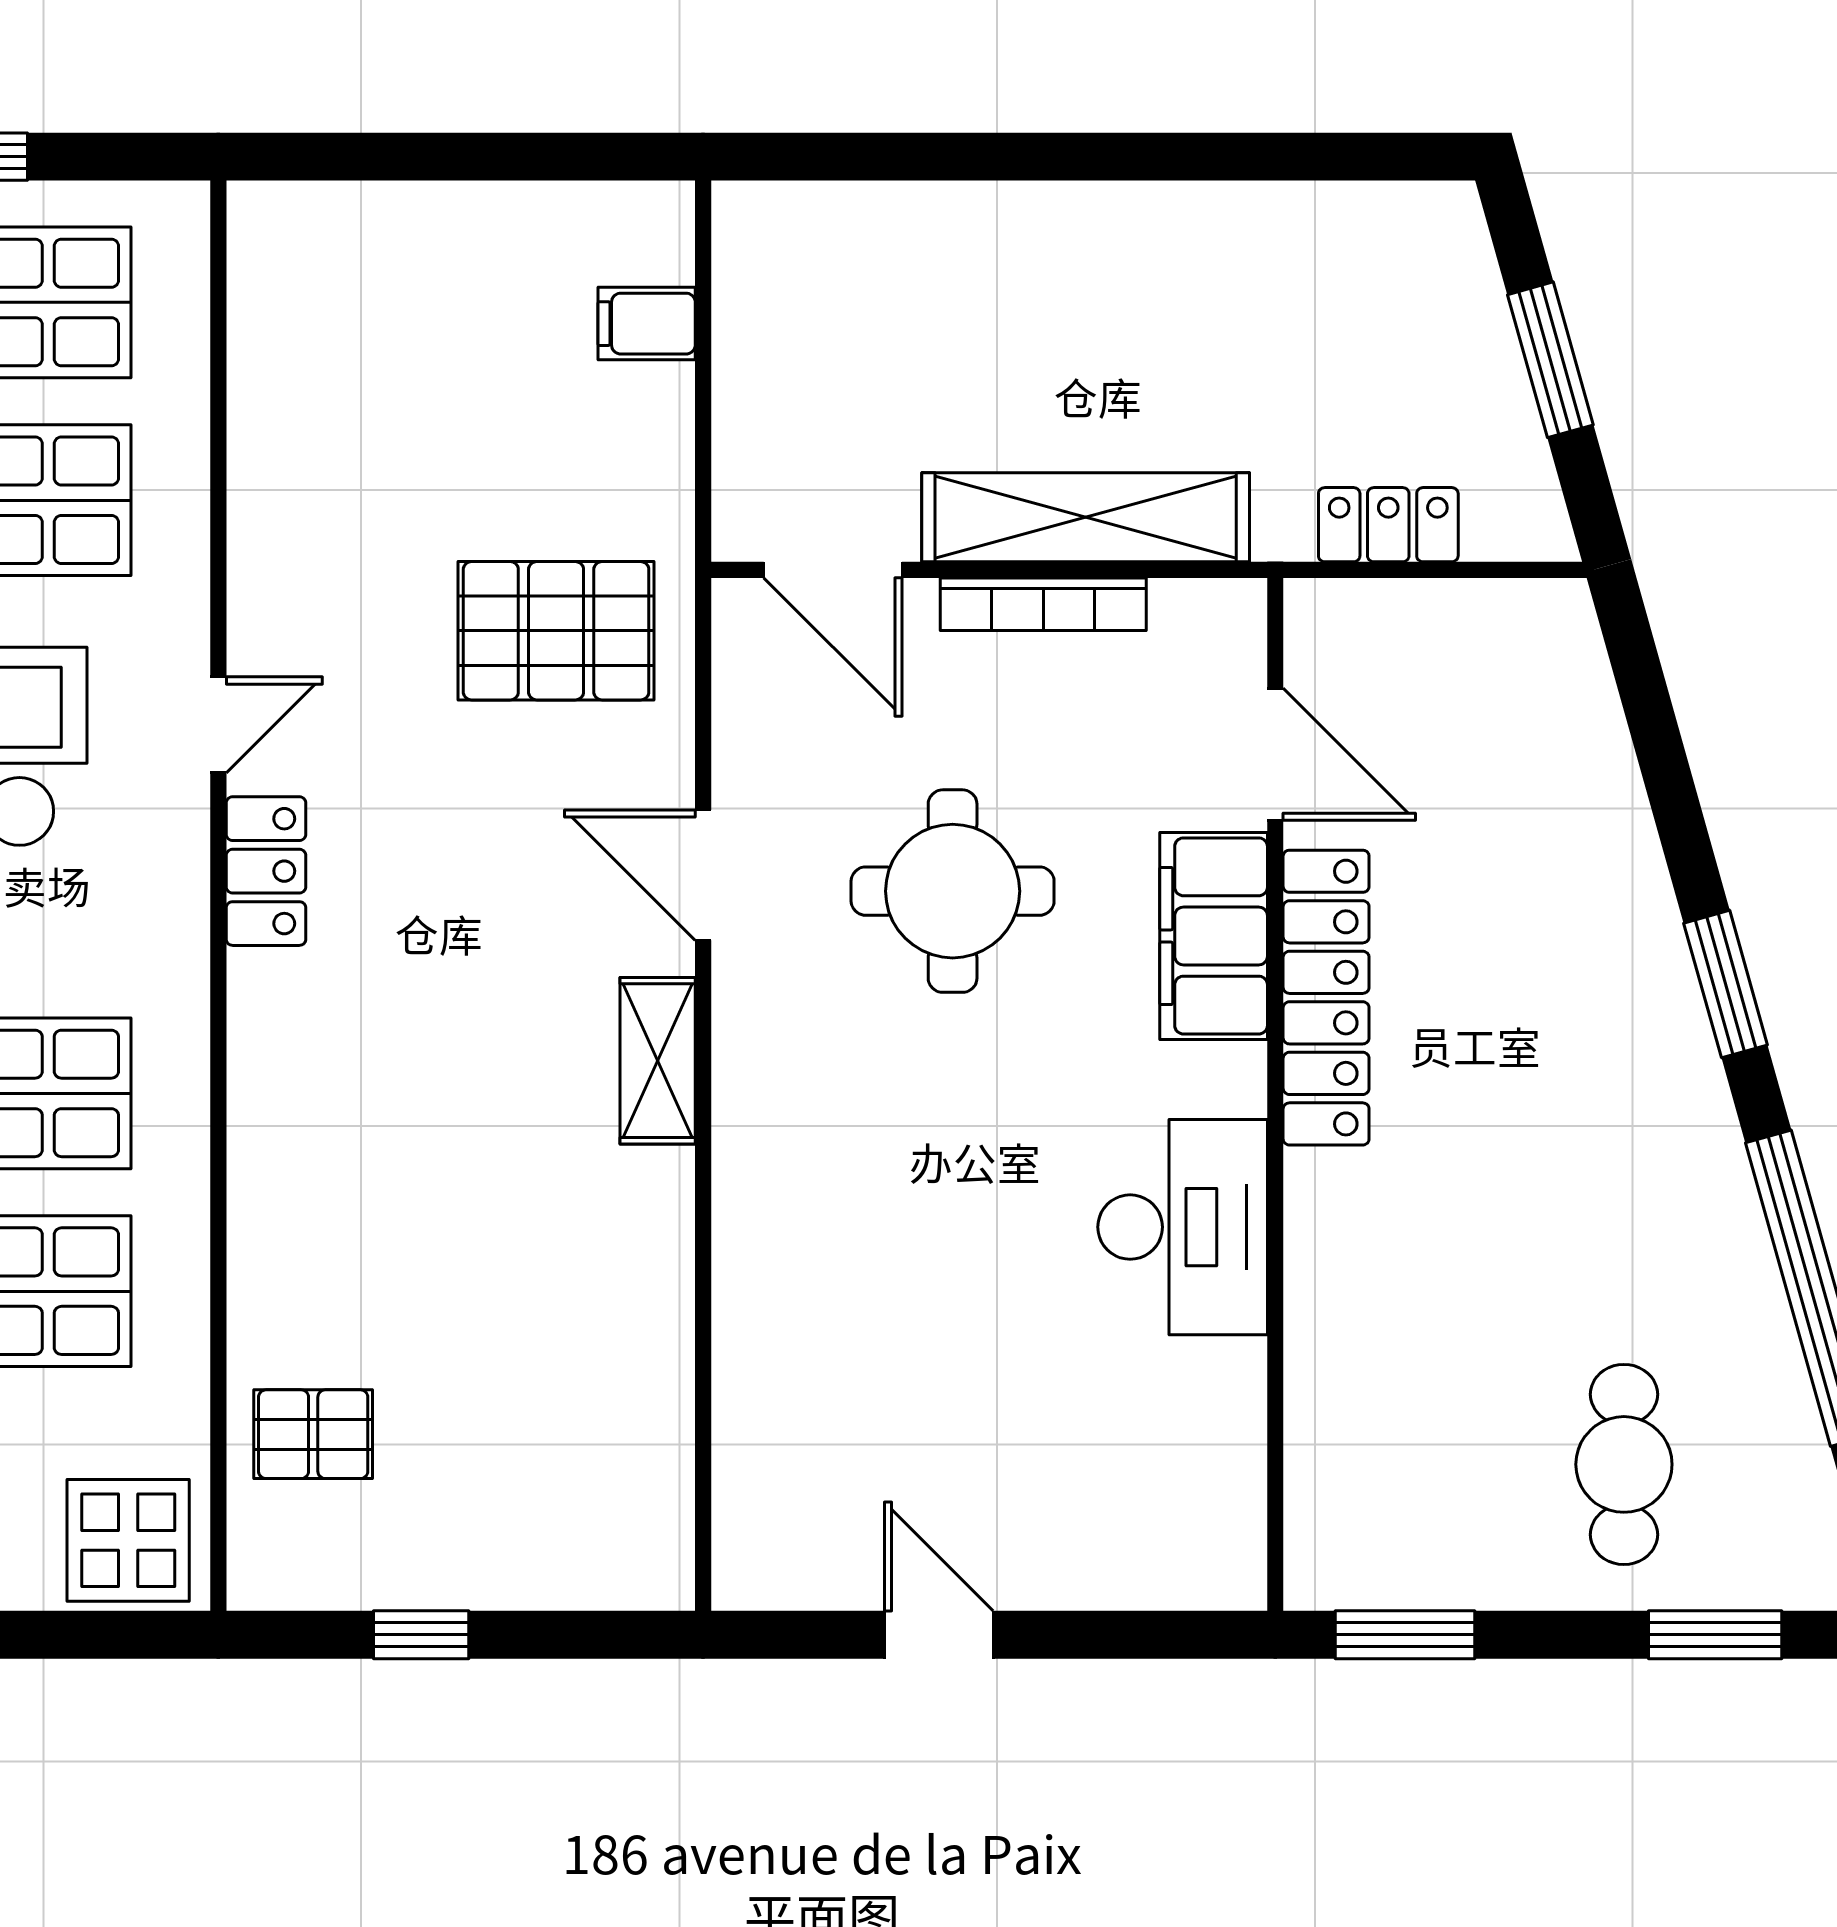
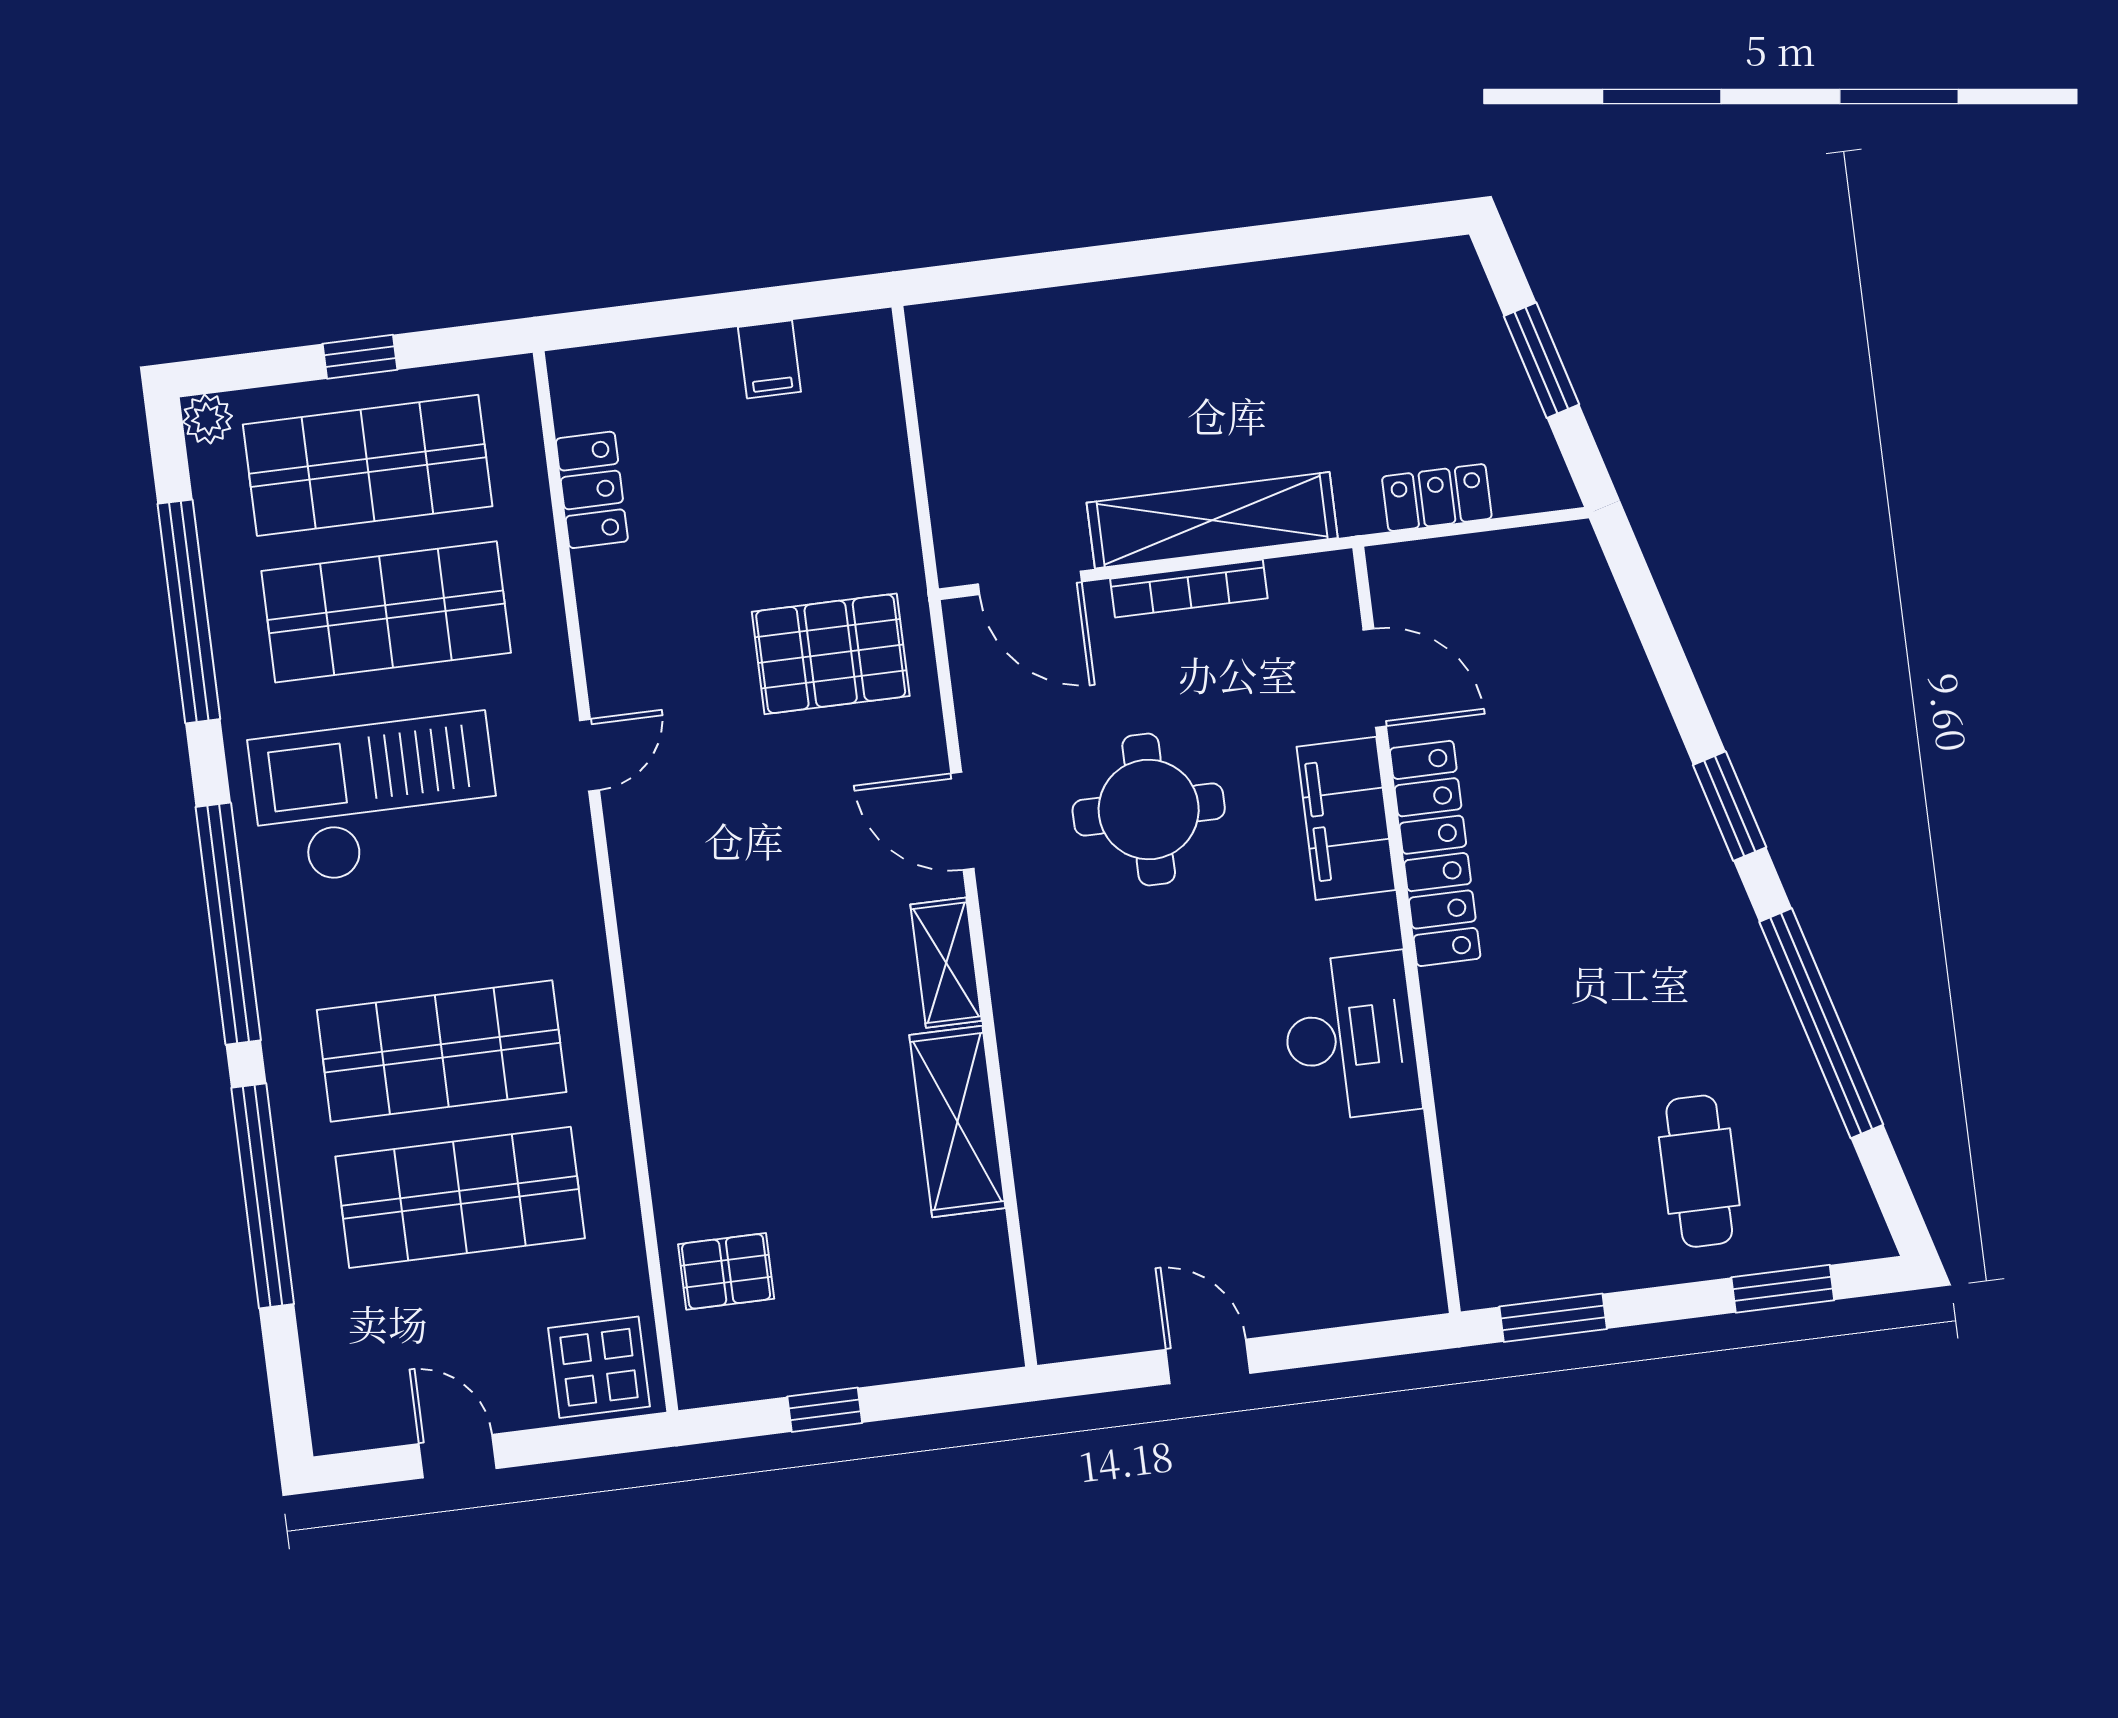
filing cabinet: (647, 324) -> (769, 359), moved, turned -90
locker: (266, 871) -> (592, 490), moved
shelving: (646, 1274) -> (957, 1122), added

